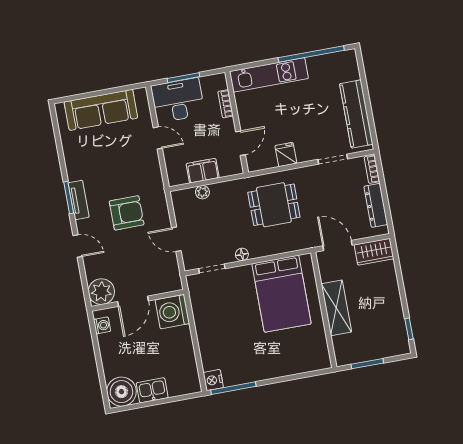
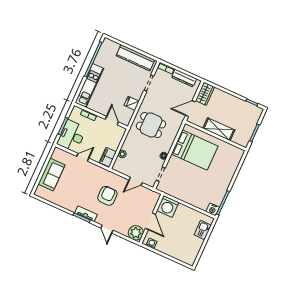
sofa: (101, 110) -> (51, 175), width x0.73
filing cabinet: (203, 171) -> (108, 157), moved
dining table: (274, 205) -> (151, 125), turned 90
door: (78, 246) -> (107, 229), swing flipped
kitchen sink: (152, 390) -> (203, 230), moved
boiler: (121, 392) -> (188, 256), removed

